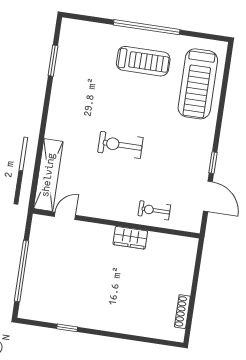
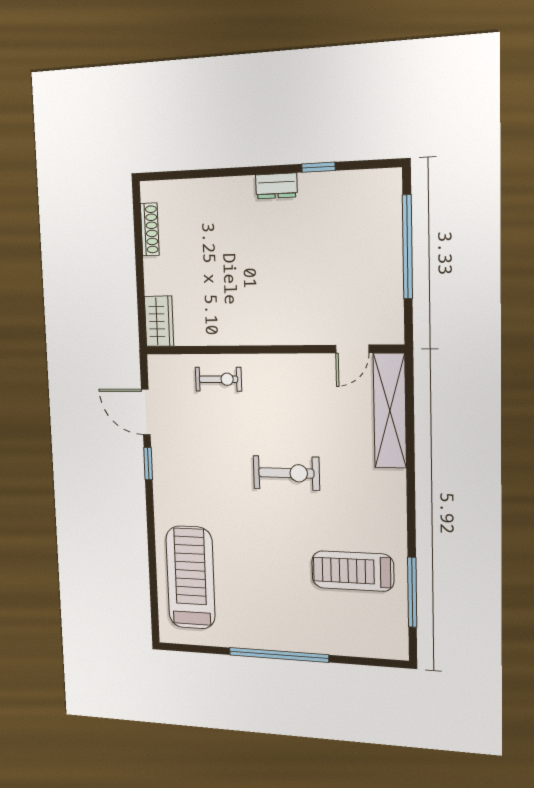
window: (53, 61) -> (412, 592), width x1.44
treadmill: (143, 61) -> (353, 571), moved
wardrobe: (130, 238) -> (159, 321), moved, turned 90
dresser: (95, 322) -> (276, 186), added

